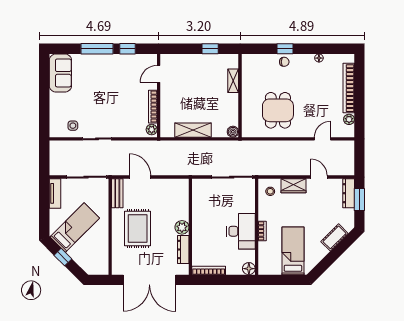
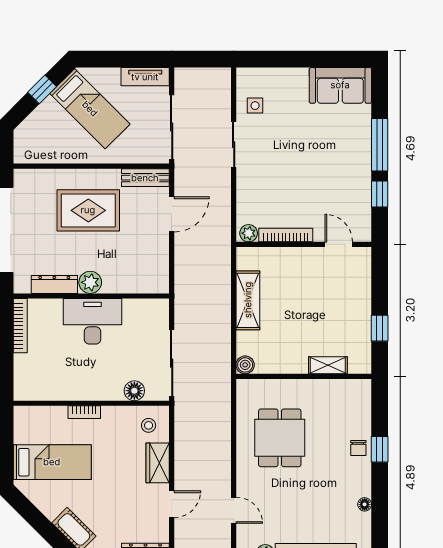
dining table: (278, 110) -> (280, 438), turned 90
desk: (241, 231) -> (93, 321), moved, turned 180
floor lamp: (249, 269) -> (134, 391), moved

